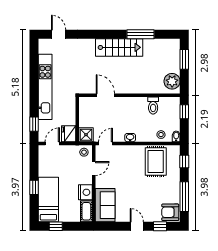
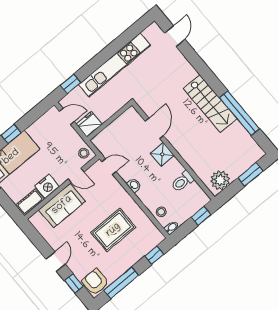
window: (140, 34) -> (239, 113), width x1.46
shower: (86, 135) -> (162, 154), moved
rug: (156, 162) -> (113, 230), moved
sofa: (105, 205) -> (62, 205), moved

